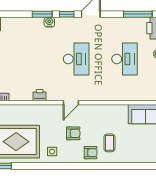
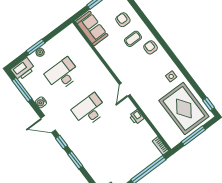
water cooler: (49, 22) -> (41, 102), moved
door: (71, 103) -> (125, 90), swing flipped
armchair: (73, 133) -> (123, 20), moved

